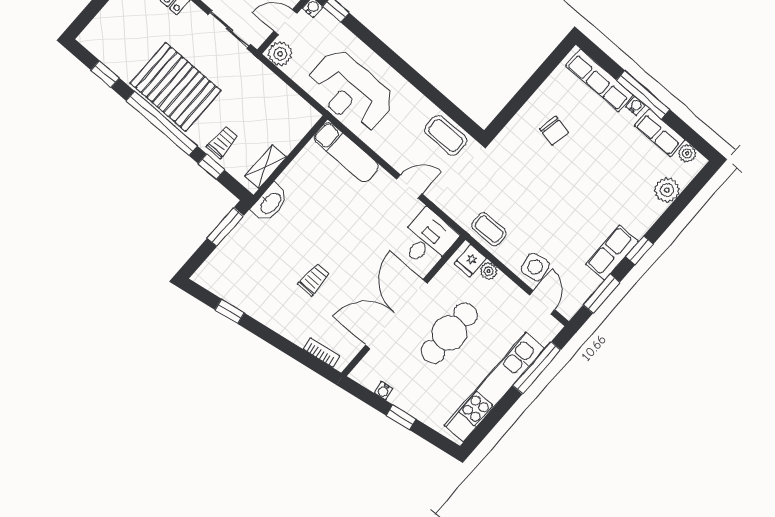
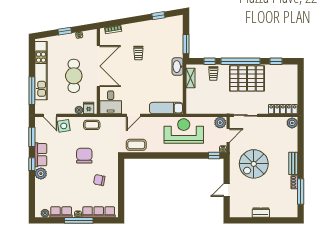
plant: (667, 190) -> (41, 174), moved
chair: (544, 191) -> (84, 156), added

